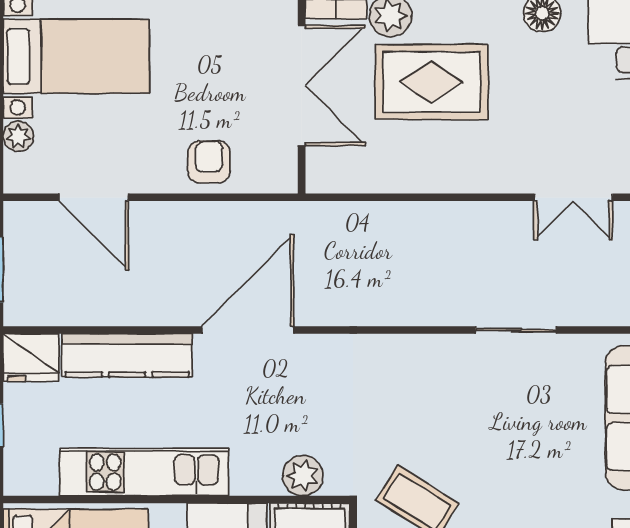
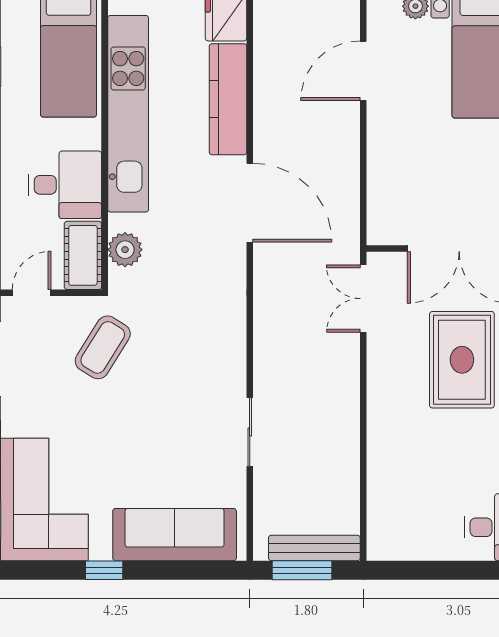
armchair: (209, 162) -> (394, 169), removed
double door: (573, 197) -> (363, 299), moved
kitchen unit: (144, 472) -> (128, 114), width x1.36

